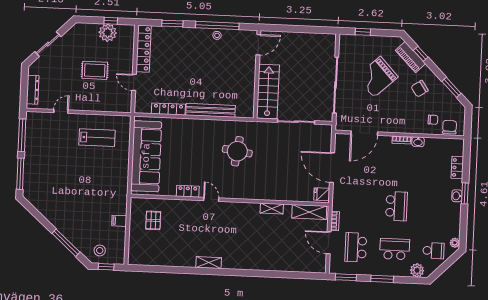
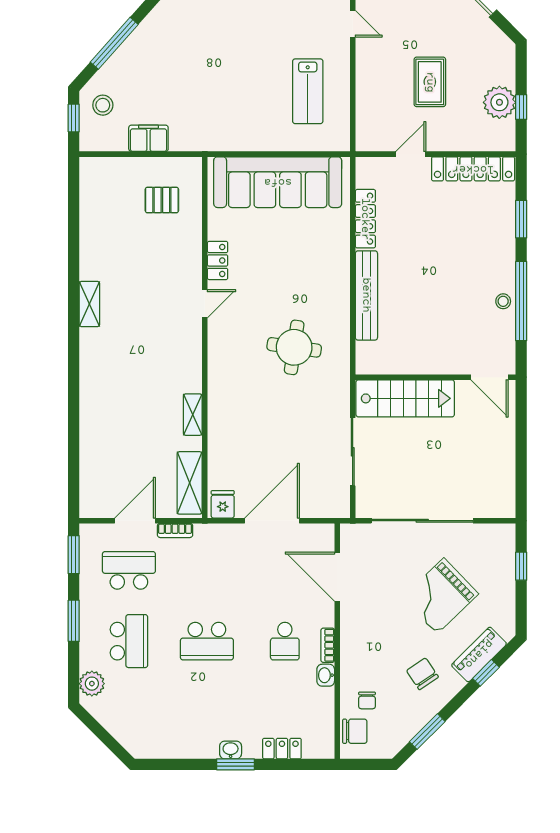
grand piano: (377, 77) -> (440, 596), turned -91
filing cabinet: (119, 221) -> (148, 138), width x2.00
plant: (455, 243) -> (145, 750), removed
school desk: (433, 251) -> (285, 641), moved

